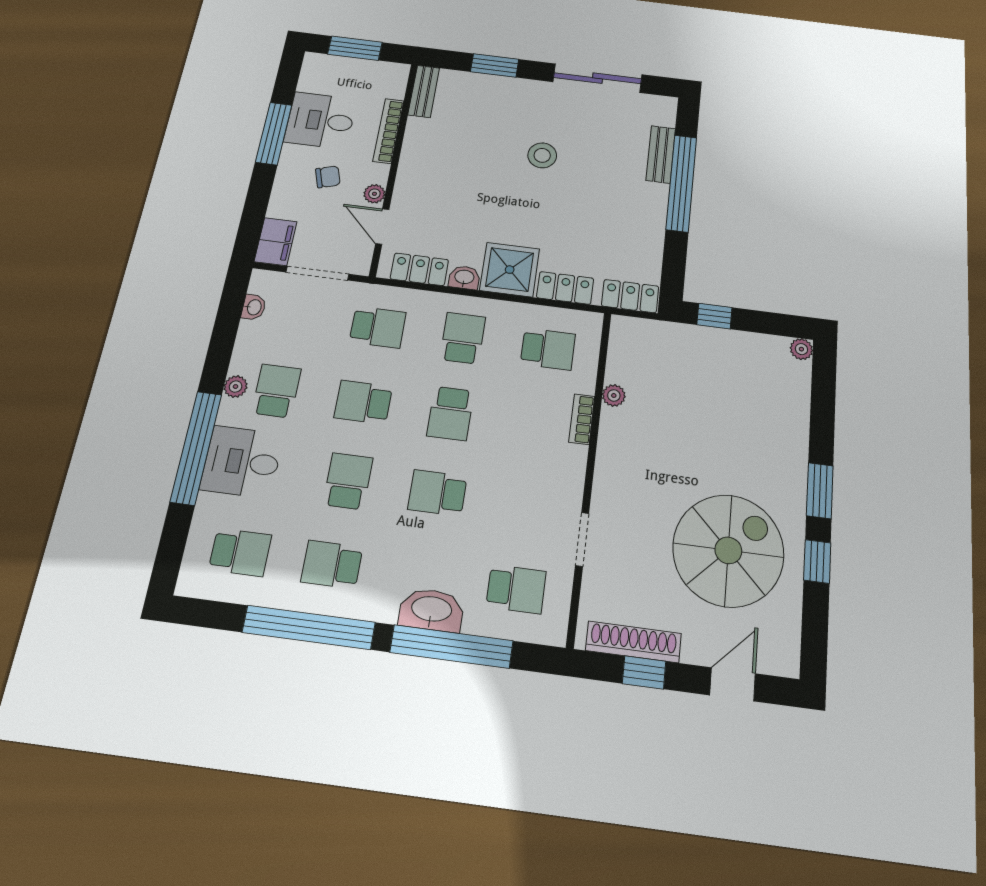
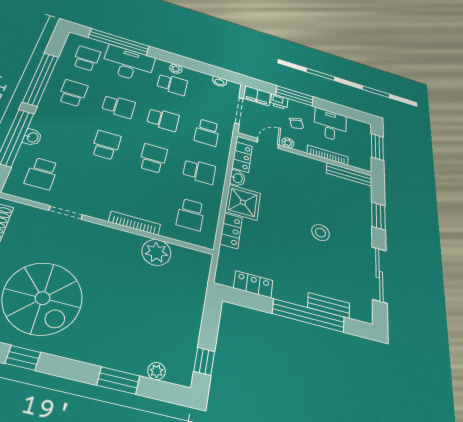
bench: (424, 91) -> (349, 174), width x1.36
window: (274, 133) -> (295, 96), moved
printer: (283, 203) -> (279, 102), added
locker: (630, 296) -> (253, 284), moved, turned -90
window: (714, 316) -> (204, 361), moved
plant: (801, 349) -> (157, 371), moved
plant: (614, 395) -> (156, 252), width x1.88, depth x1.88
school desk: (363, 402) -> (163, 120), turned 90
school desk: (450, 413) -> (153, 158), turned 90
bookcase: (582, 419) -> (135, 223), width x1.56
window: (196, 448) -> (119, 42), moved
desk: (242, 462) -> (128, 64), width x1.37
window: (820, 491) -> (118, 380), moved
school desk: (240, 552) -> (87, 58), turned 180
washbasin: (431, 610) -> (32, 137), width x0.52, depth x0.69

